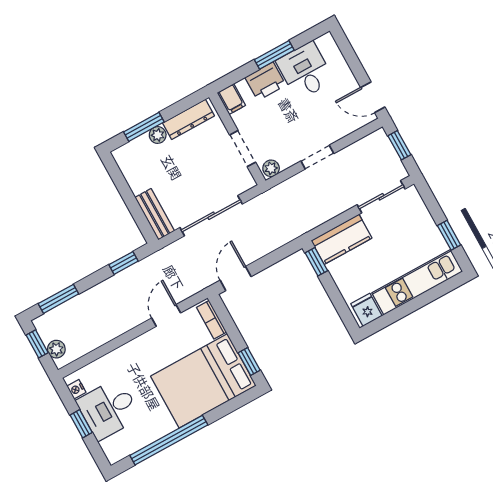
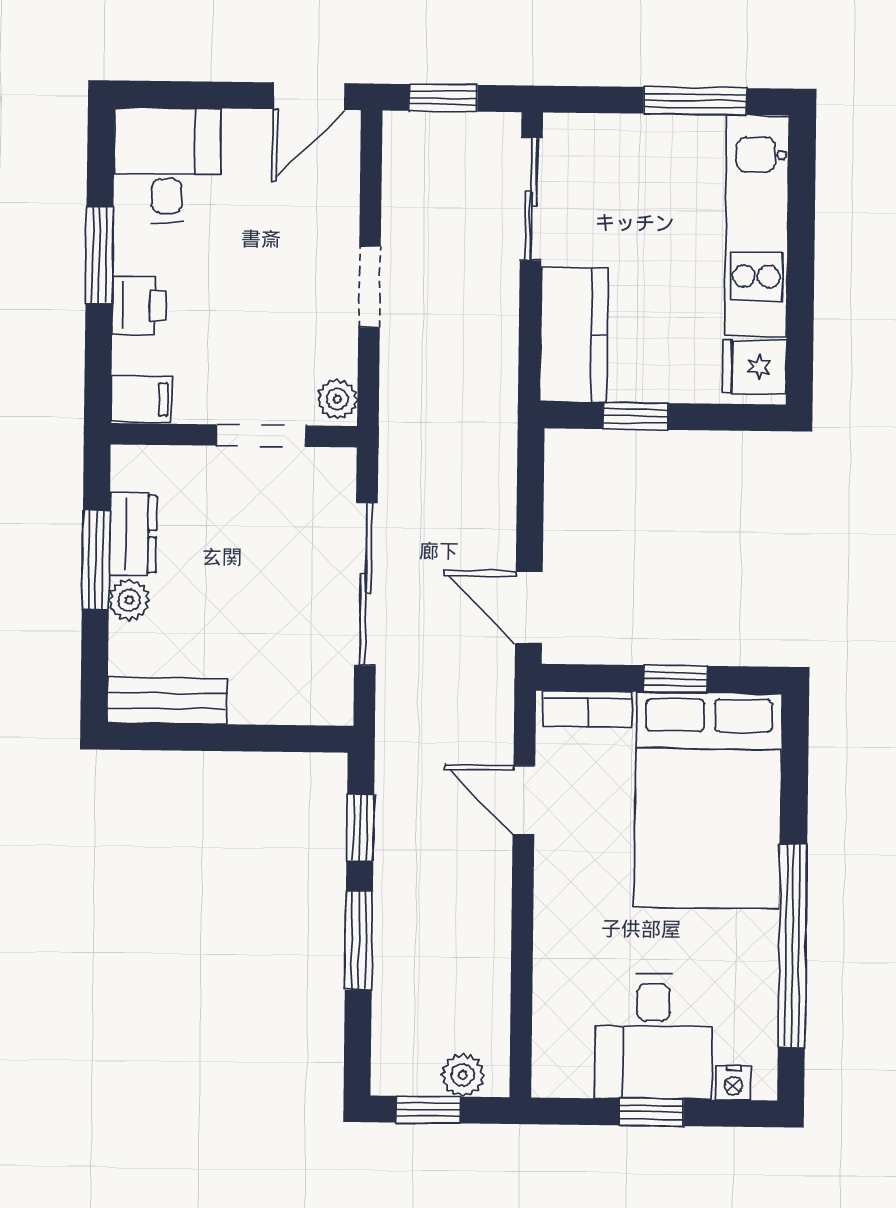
desk: (305, 71) -> (167, 165), moved, turned 90
printer: (265, 81) -> (139, 305), width x0.73, depth x0.81
dresser: (189, 119) -> (133, 534), width x0.70
window: (144, 127) -> (96, 560), moved
bench: (155, 214) -> (167, 701), moved
window: (449, 235) -> (695, 101), width x1.50
window: (316, 262) -> (636, 416), moved
window: (58, 299) -> (359, 940), moved
window: (249, 362) -> (675, 679), moved
nightstand: (76, 389) -> (733, 1083), moved

